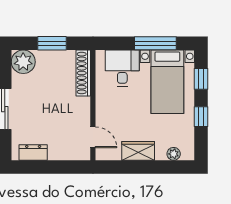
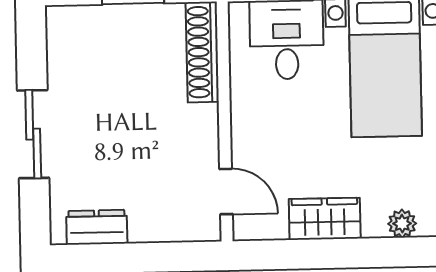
plant: (23, 62) -> (71, 30), removed

